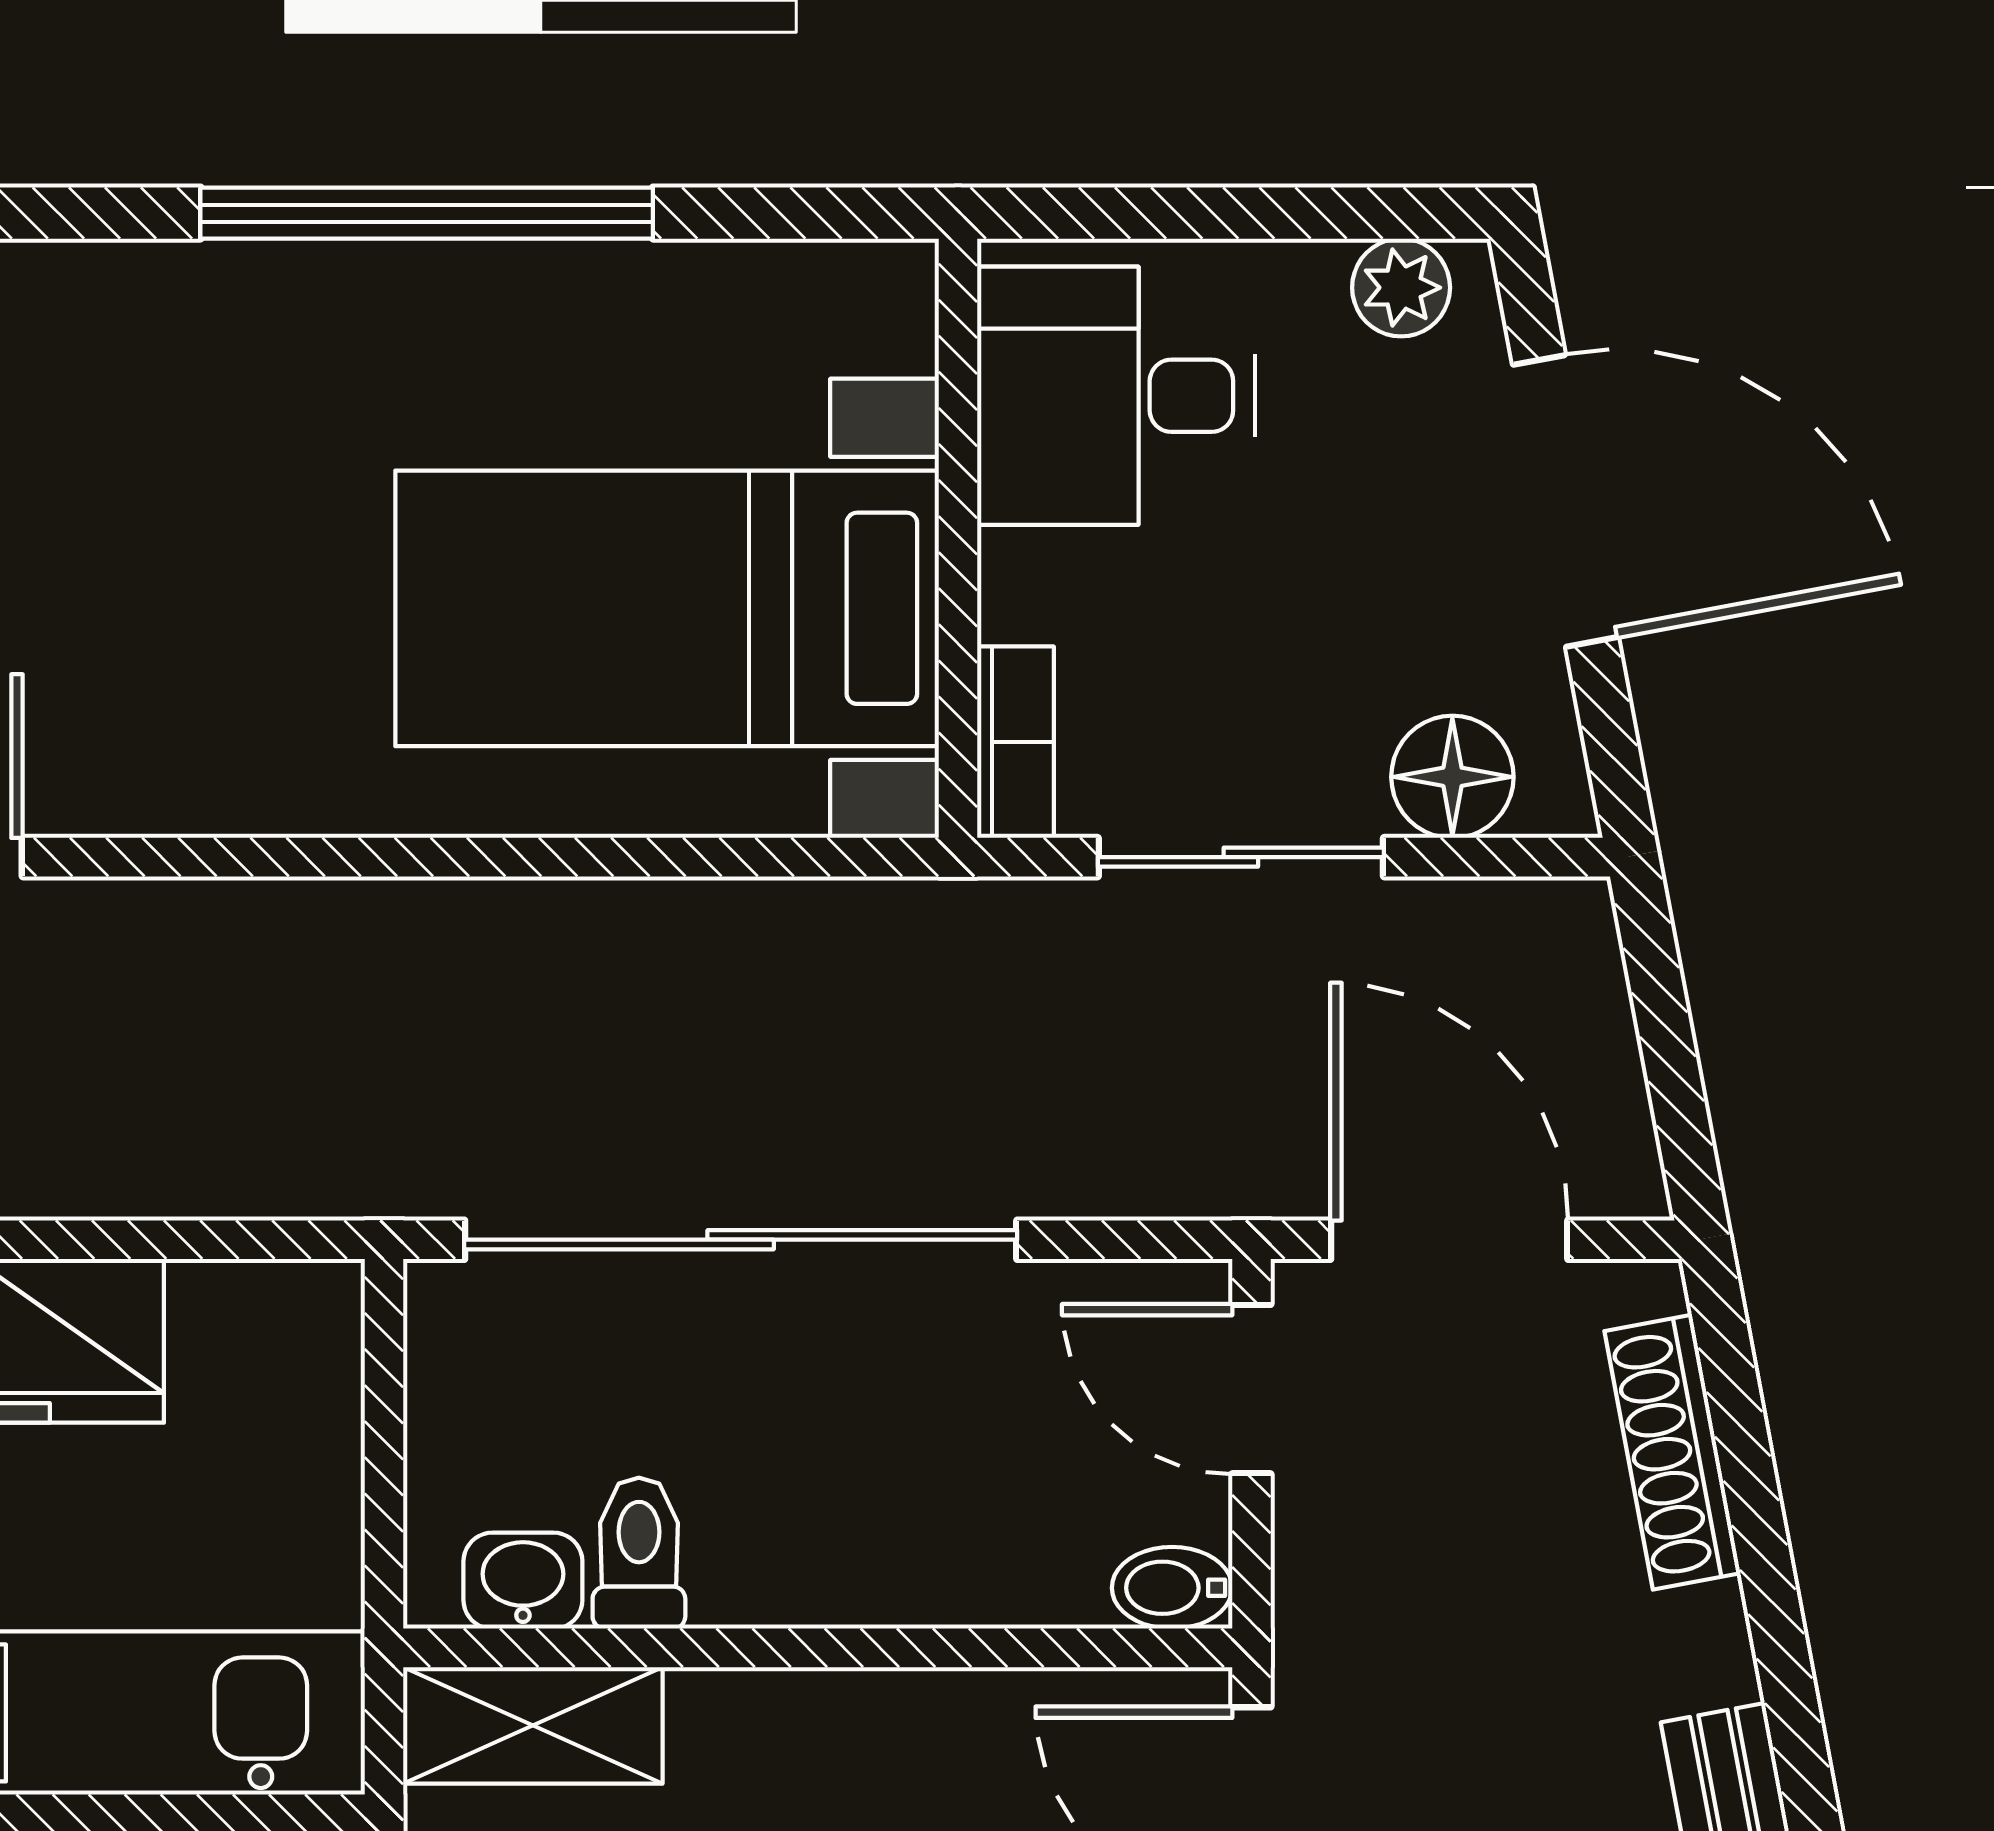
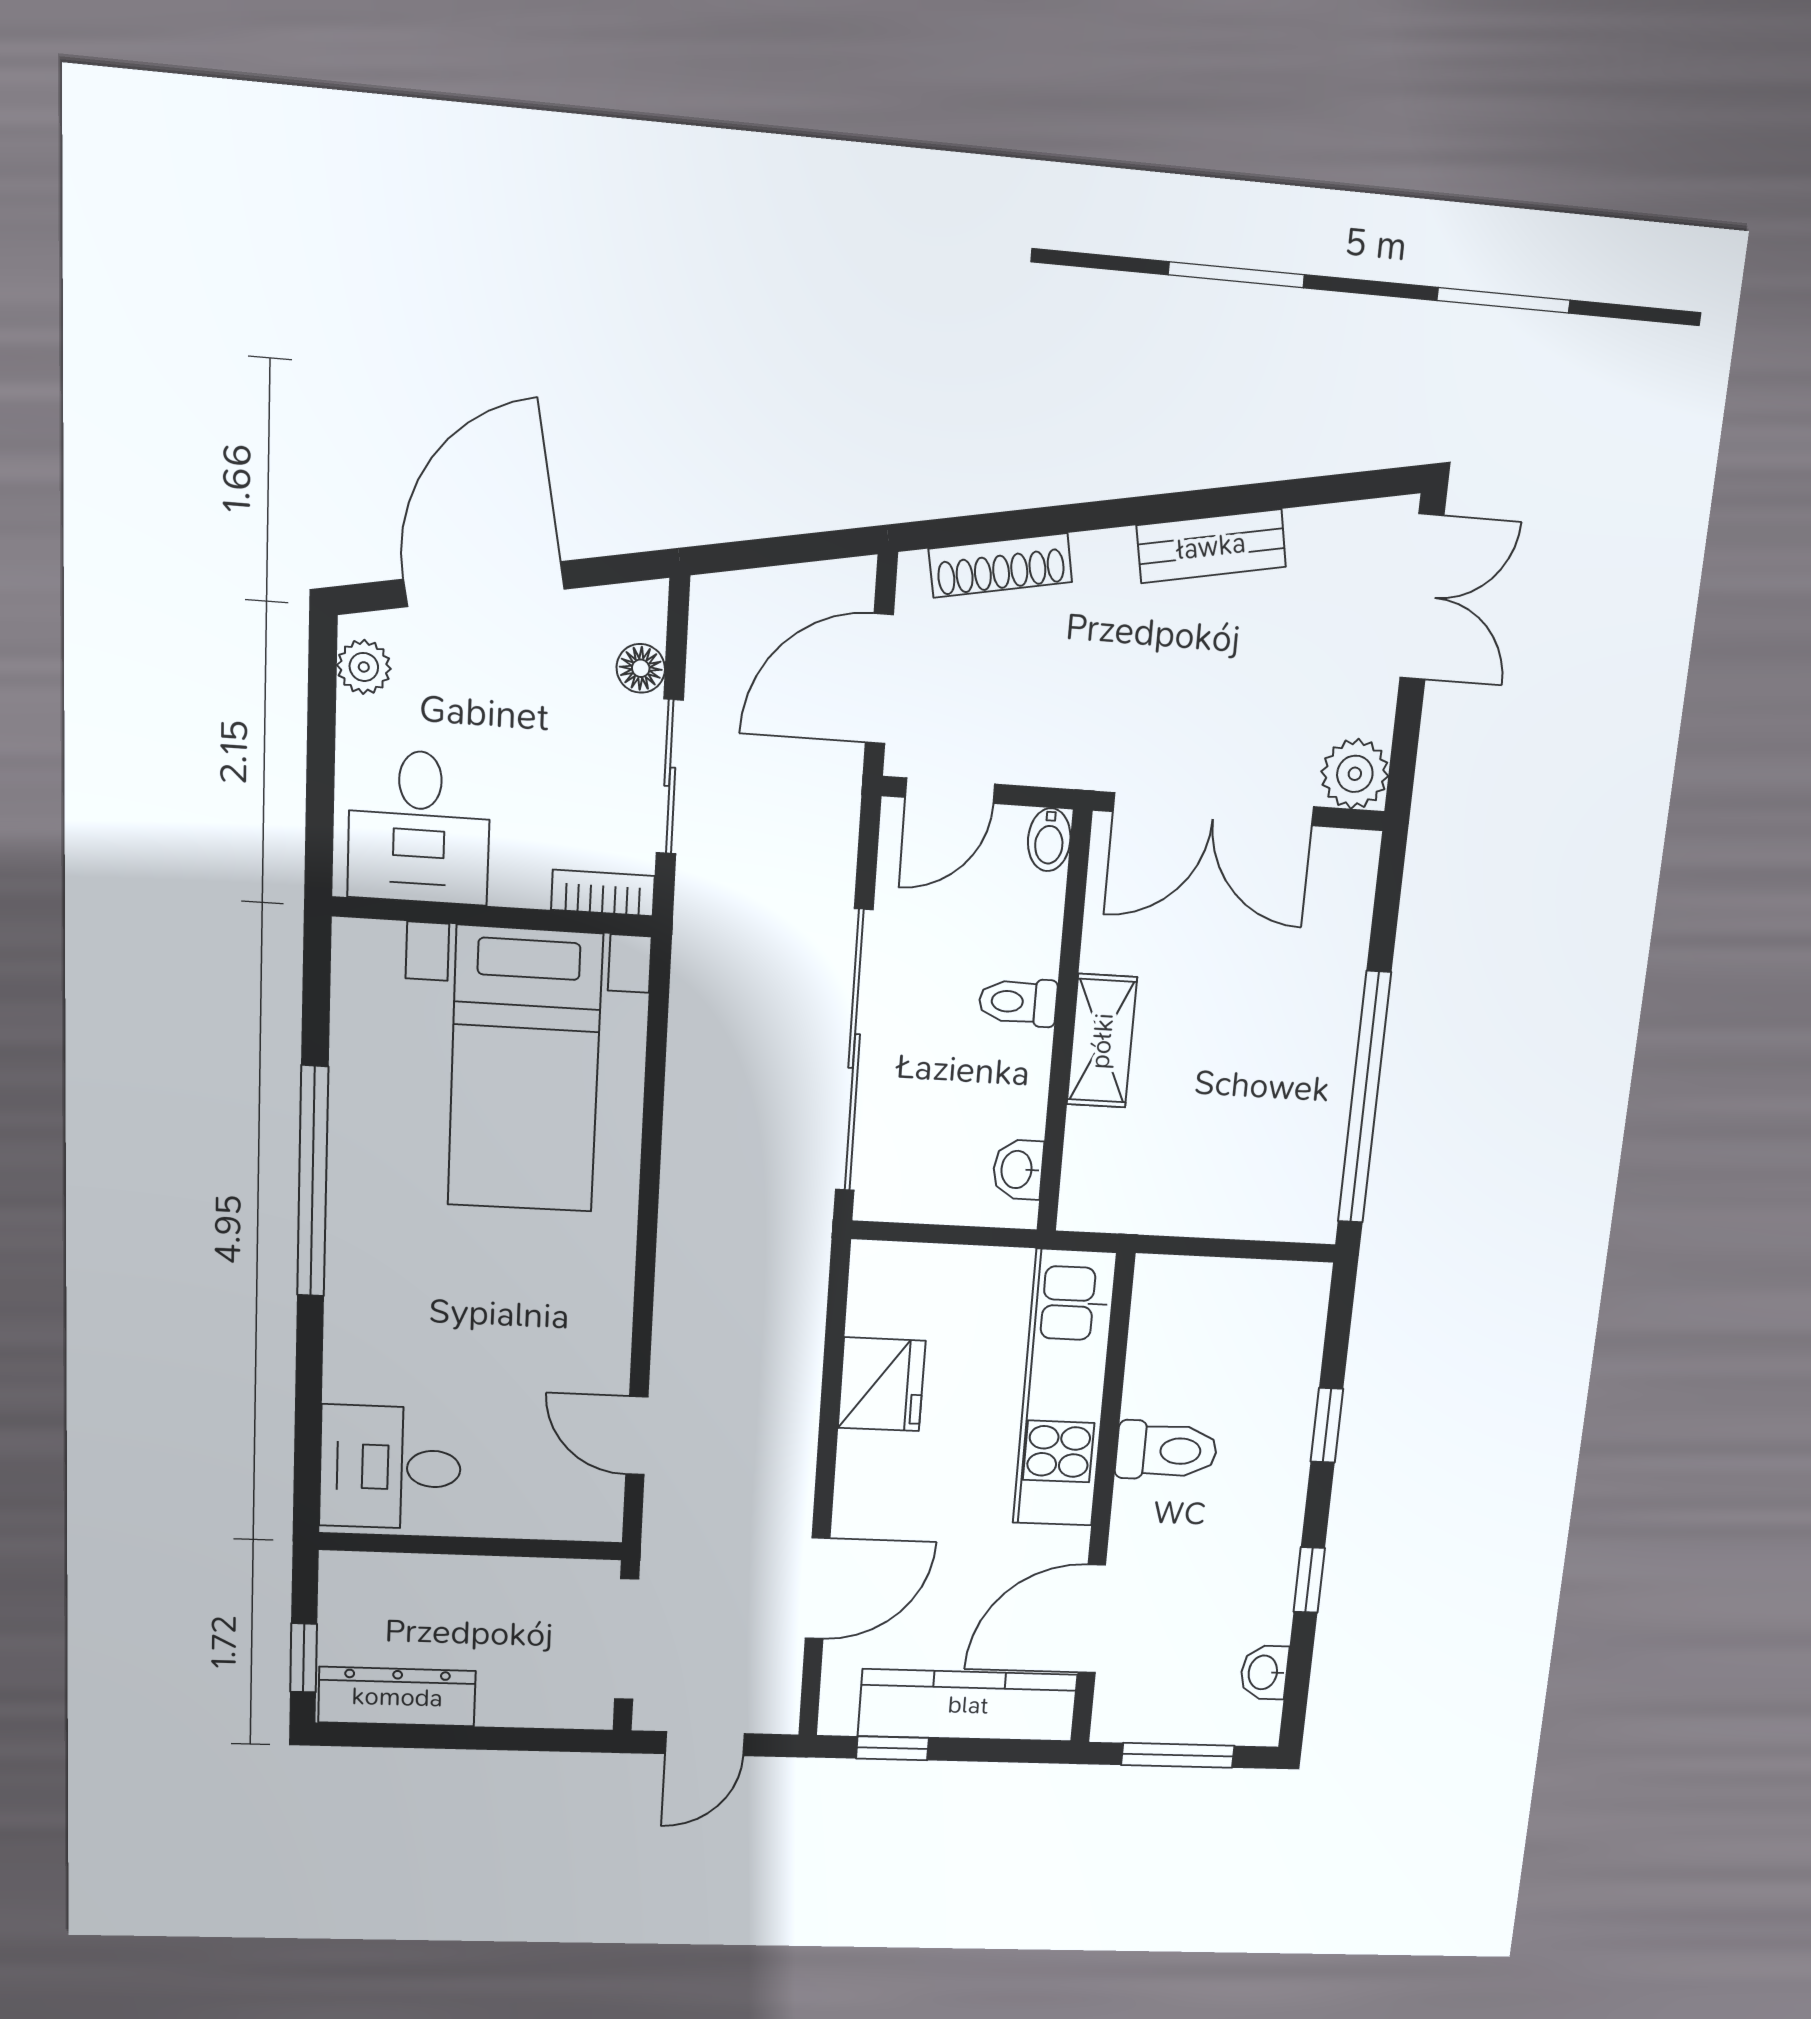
floor lamp: (1452, 777) -> (641, 668), width x0.73, depth x0.73
toilet: (639, 1553) -> (1018, 1002), moved
shelving: (533, 1725) -> (1102, 1041), moved

